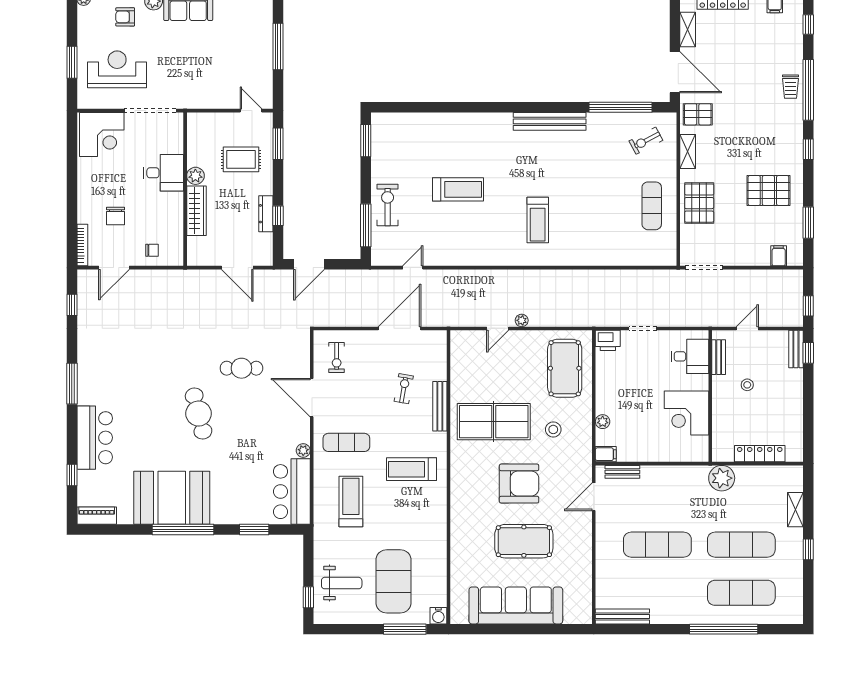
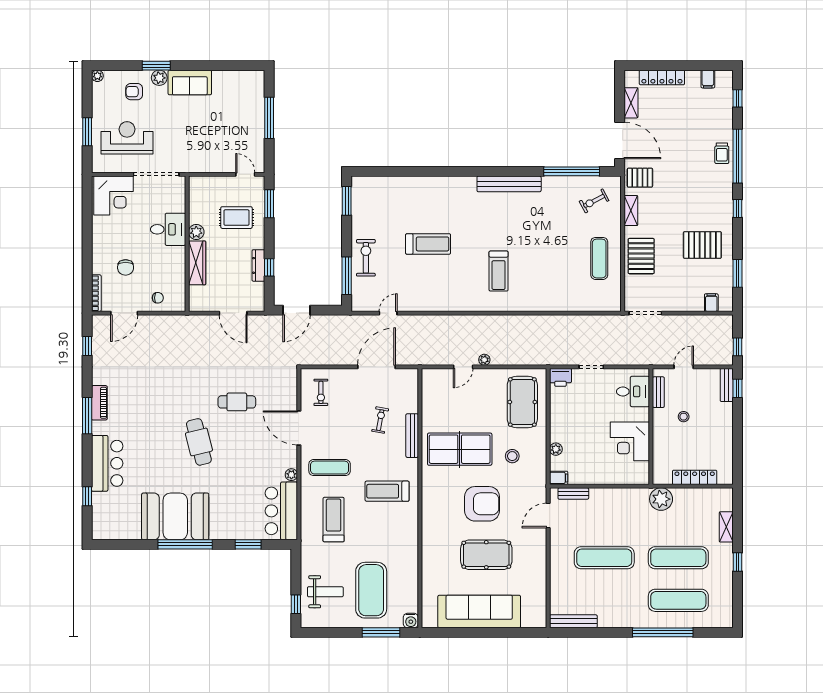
piano: (97, 516) -> (99, 403), moved, turned 90

